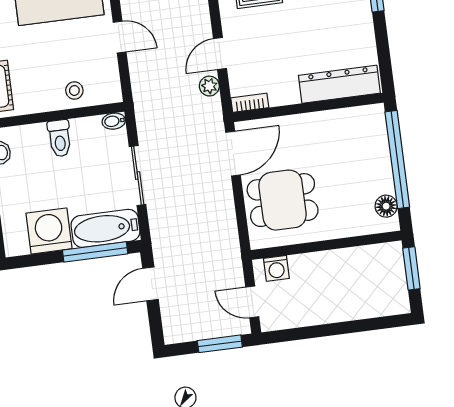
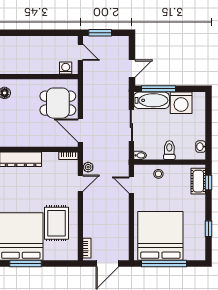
door: (120, 37) -> (131, 185), moved
door: (233, 154) -> (80, 130), hinge flipped

